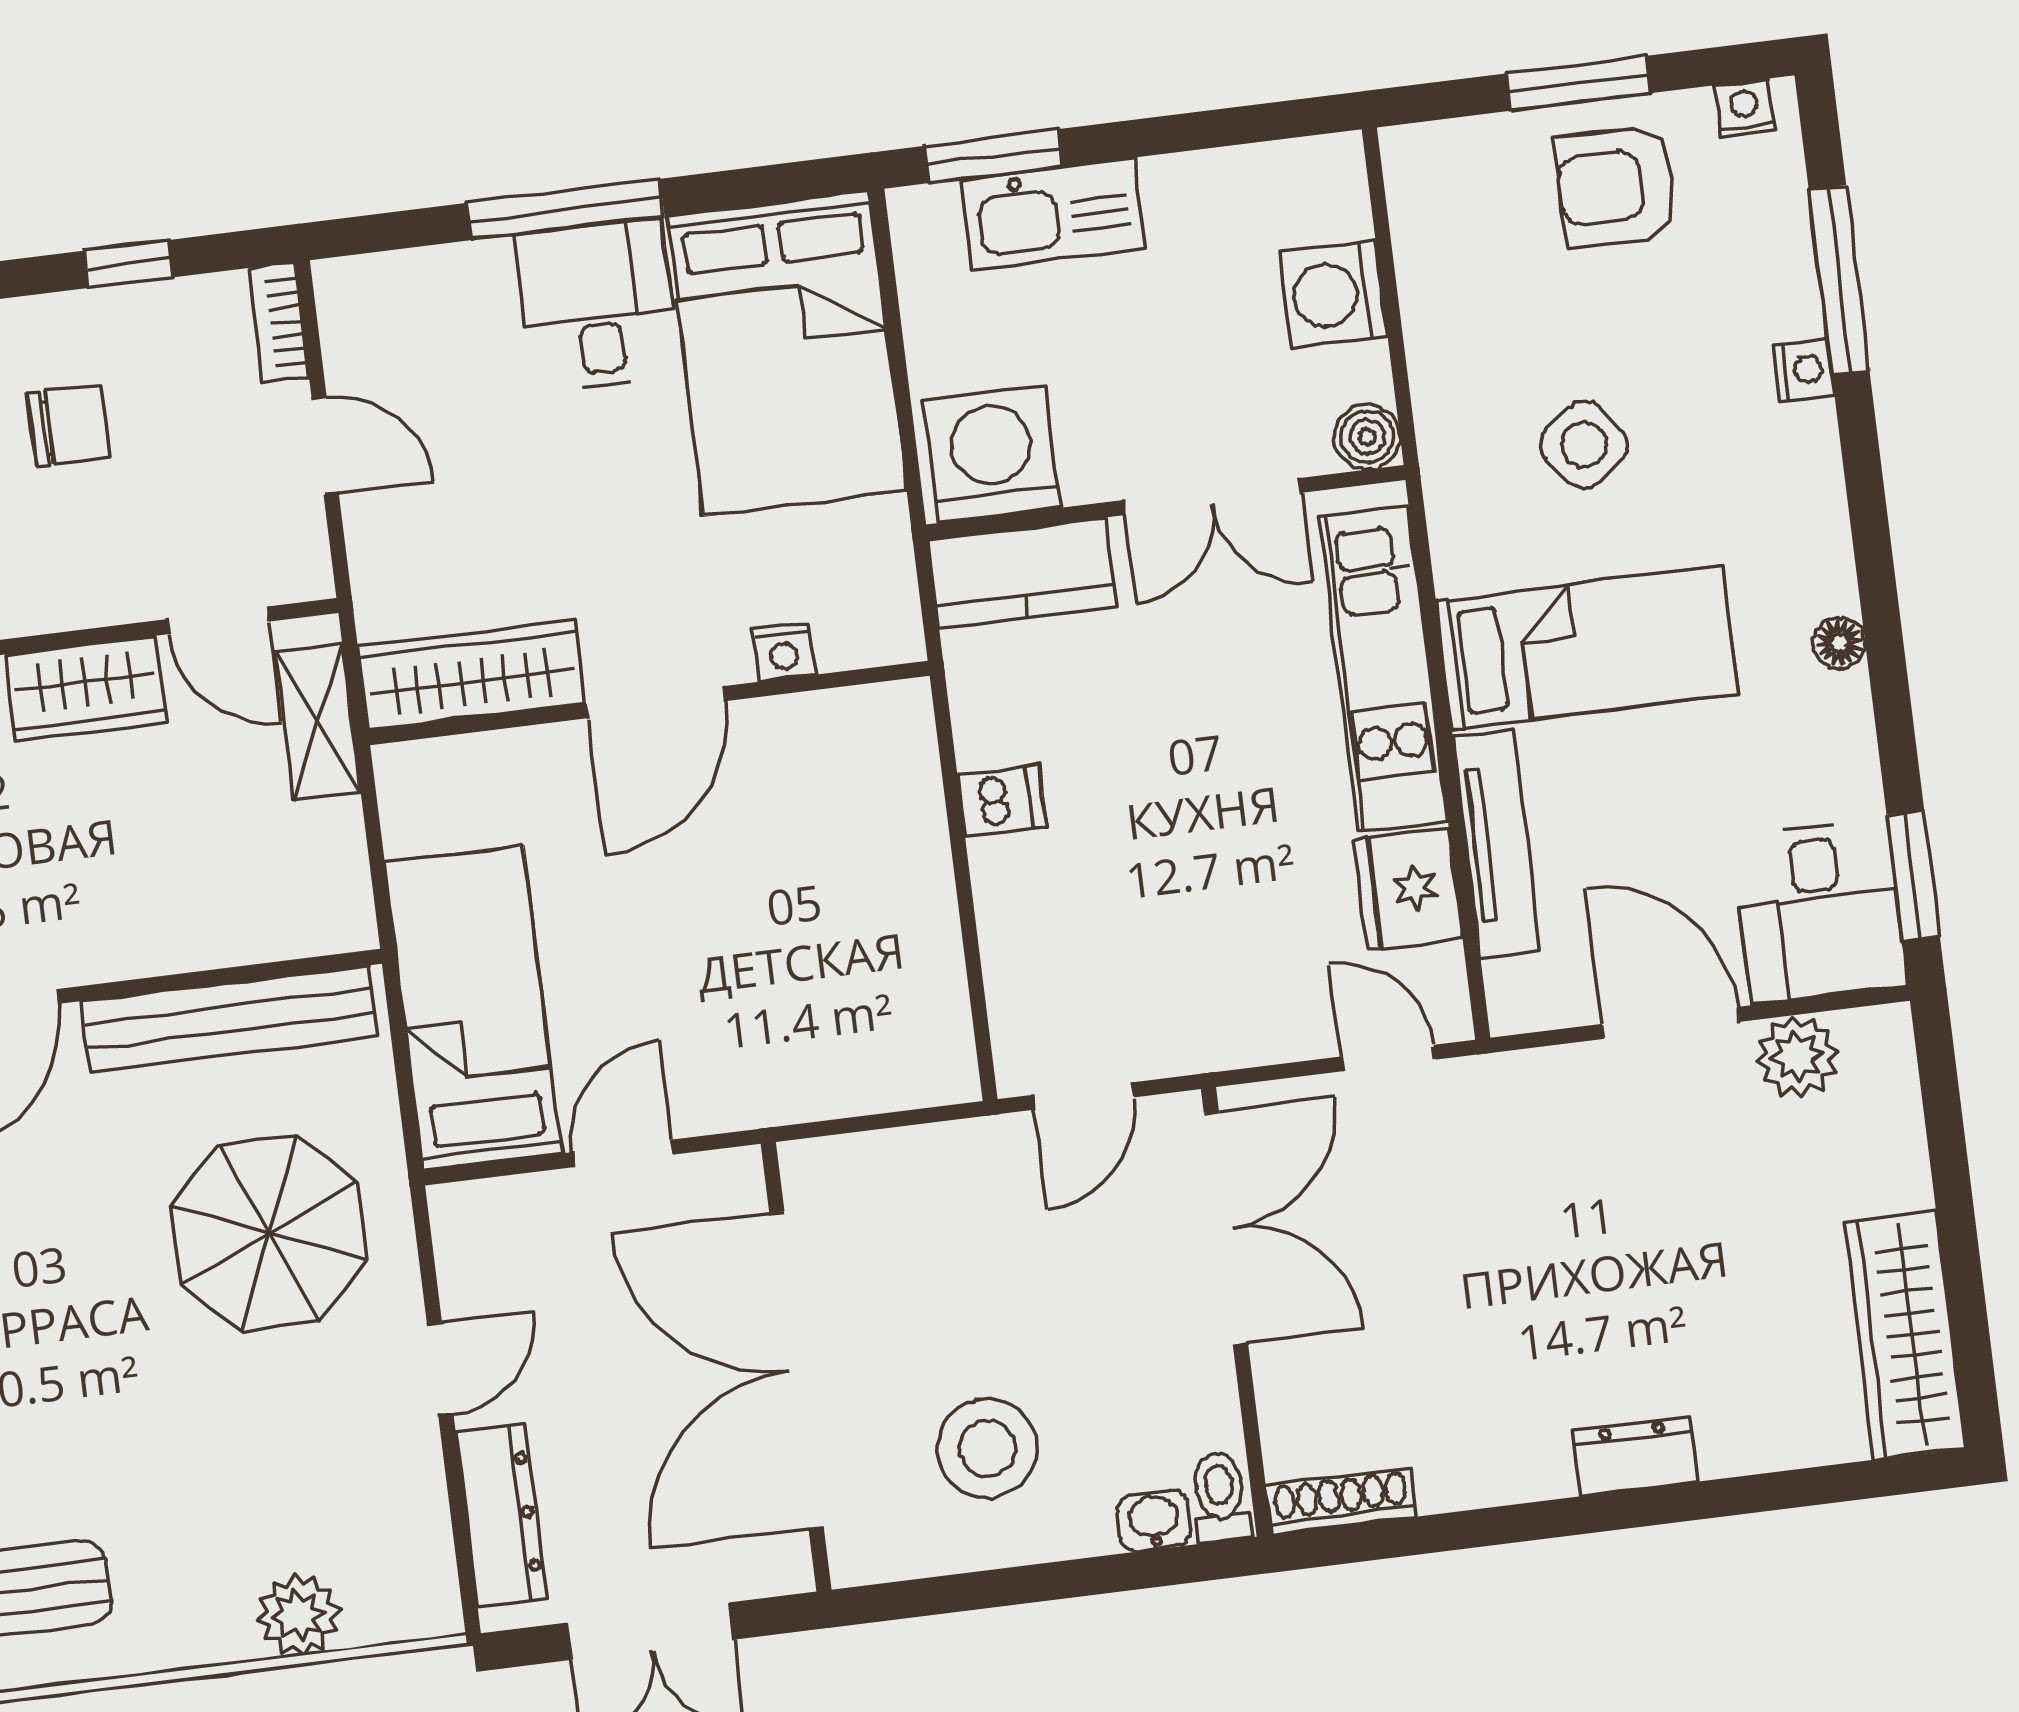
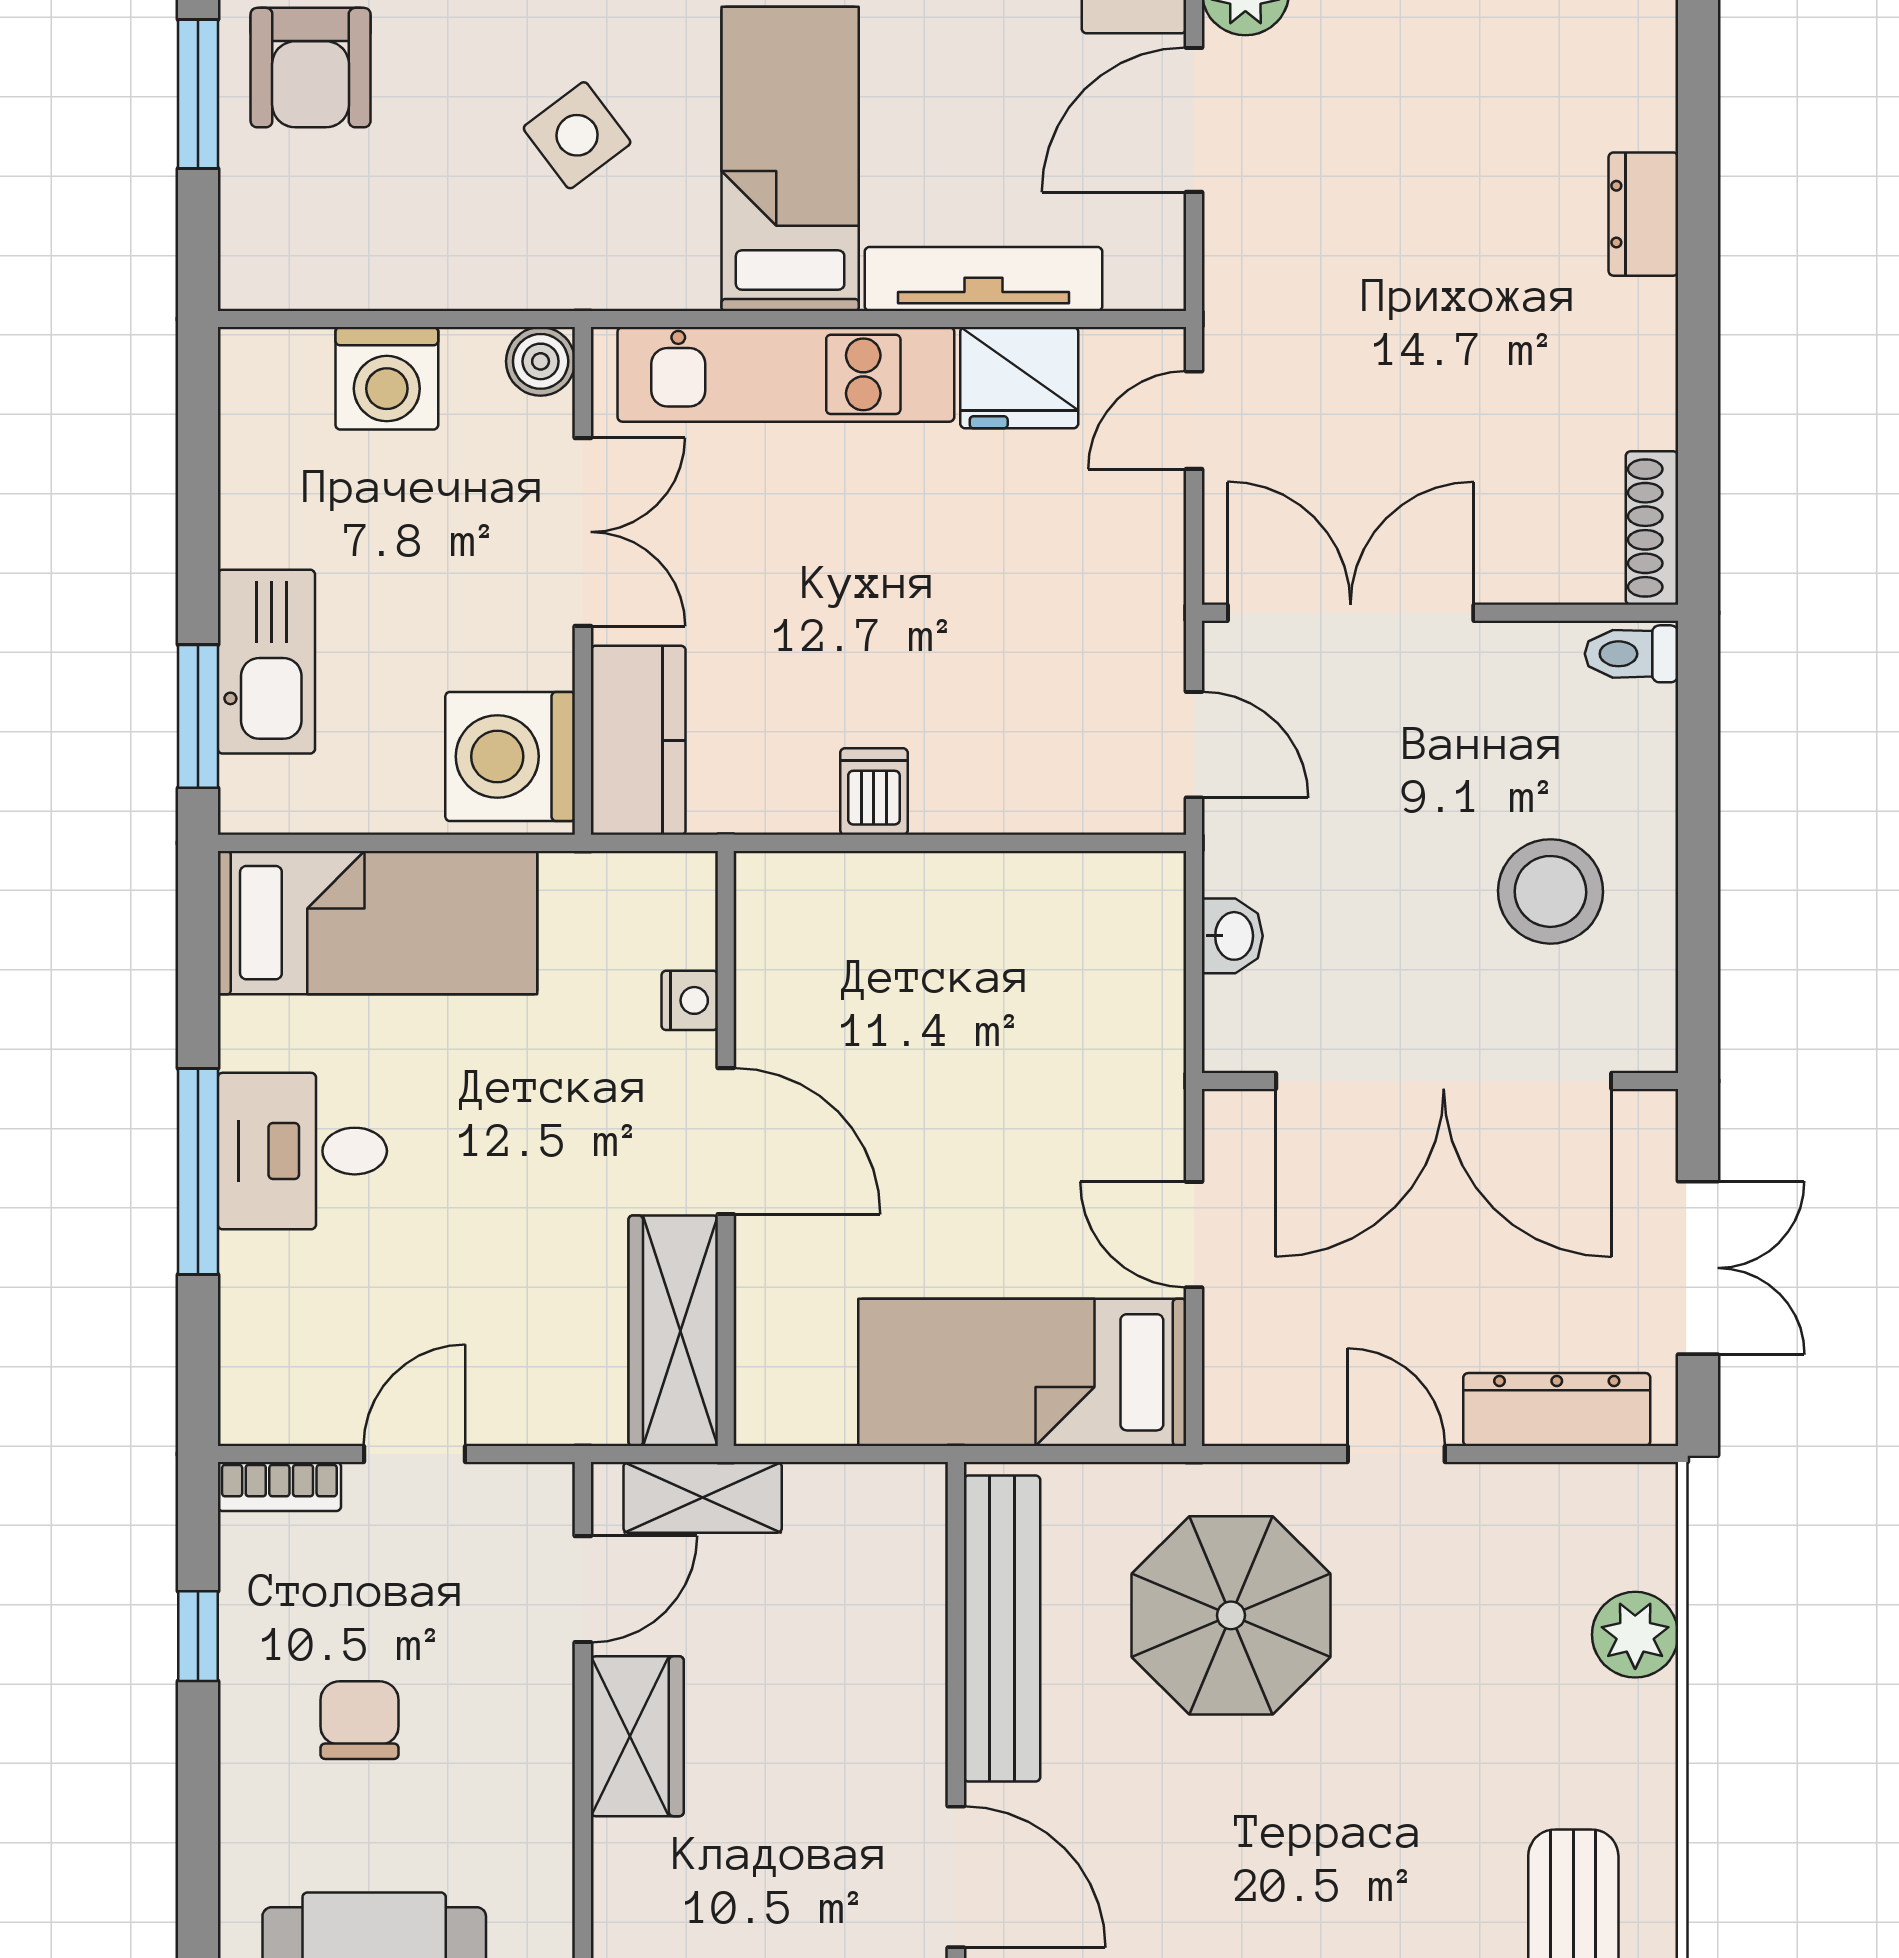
bed: (787, 353) -> (378, 923), width x0.67
washbasin: (1154, 1521) -> (1232, 936), moved, turned 180

